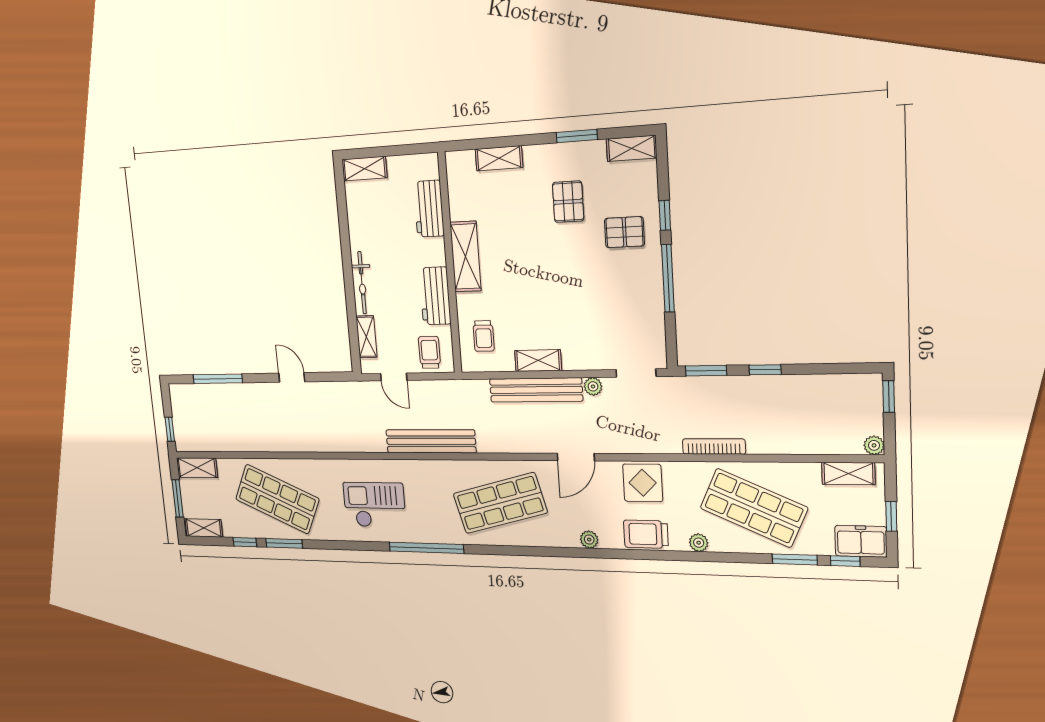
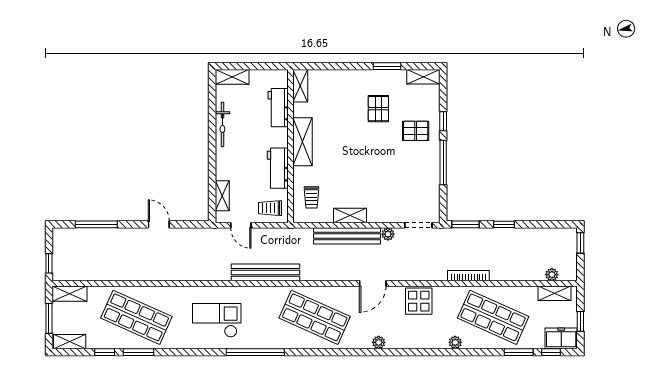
shelving: (499, 158) -> (300, 86), moved, turned 90
bicycle: (362, 283) -> (222, 124), moved
trolley: (429, 352) -> (270, 208), turned -90
plant: (874, 445) -> (552, 275), moved
shop shelf: (500, 503) -> (315, 317), turned 39
trolley: (646, 534) -> (419, 337), removed

